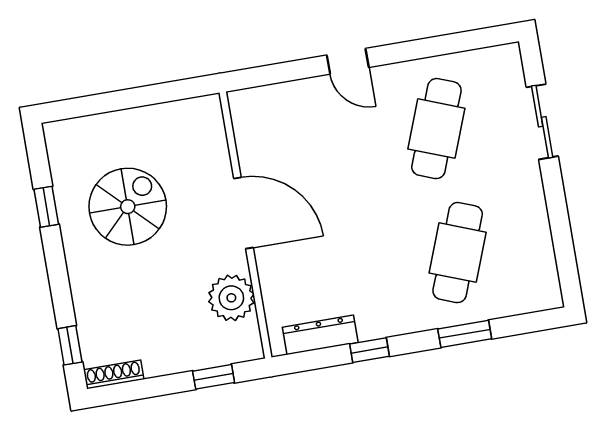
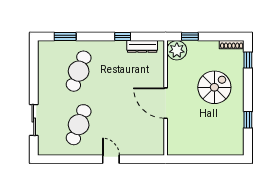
spiral stairs: (128, 207) -> (214, 87), moved, turned 180
plant: (231, 298) -> (177, 50), moved
window: (465, 334) -> (65, 37), moved

